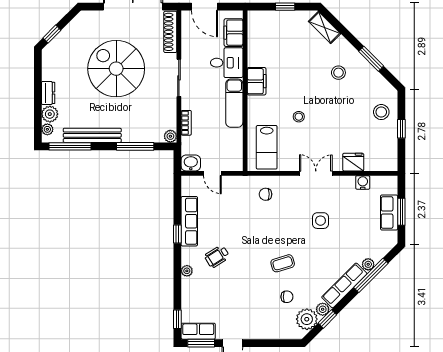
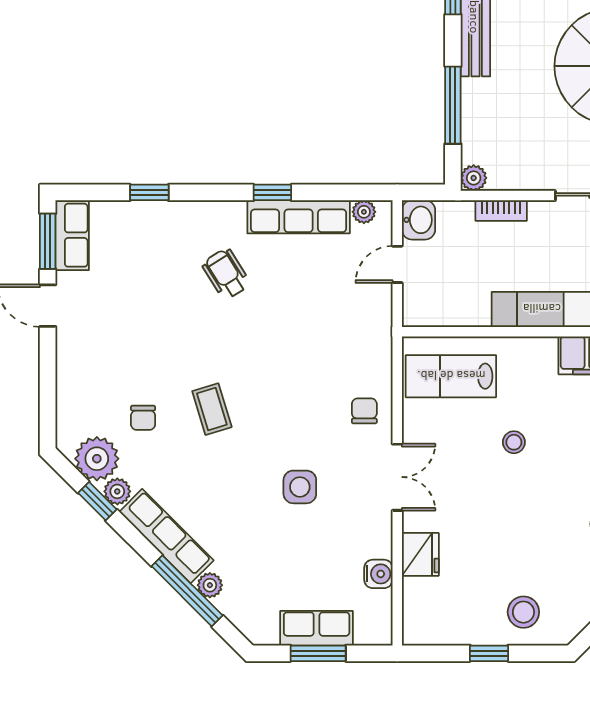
chair: (265, 194) -> (364, 411), moved
plant: (187, 271) -> (364, 212), moved
window: (177, 319) -> (149, 192), moved

